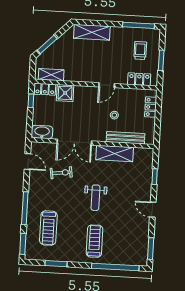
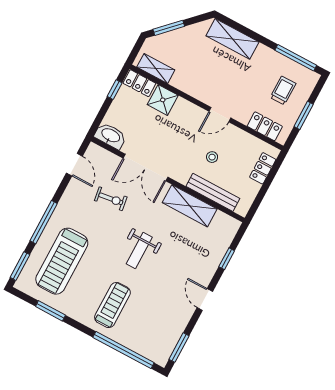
treadmill: (48, 228) -> (62, 261), width x1.37, depth x1.38

